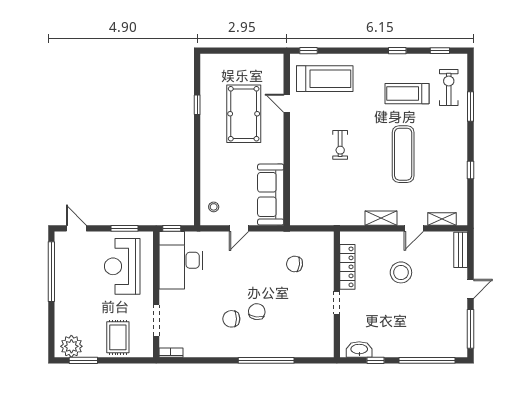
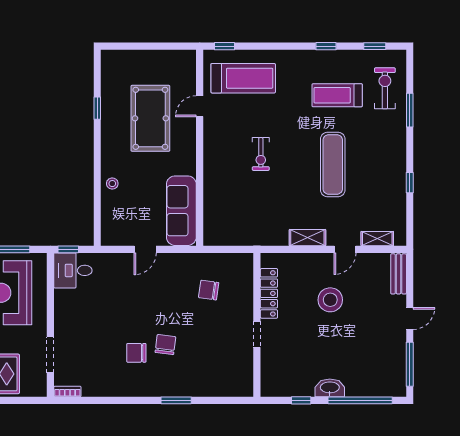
door: (287, 103) -> (200, 106), hinge flipped
stool: (214, 207) -> (112, 184), moved
desk: (181, 260) -> (73, 270), width x0.53, depth x0.77
washbasin: (359, 350) -> (330, 388), moved
window: (266, 360) -> (176, 400), width x0.47

